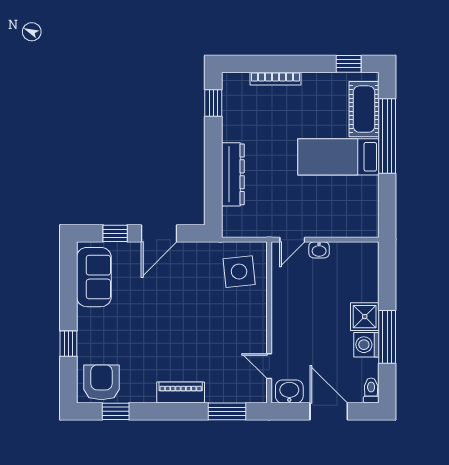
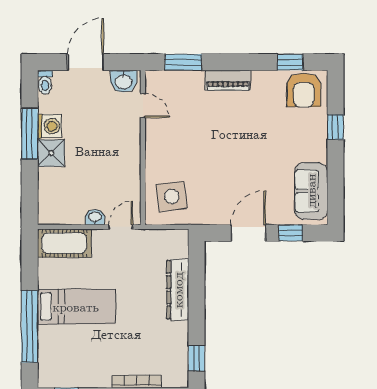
cot: (364, 109) -> (64, 243), moved, turned 90
door: (329, 411) -> (86, 62), swing flipped

